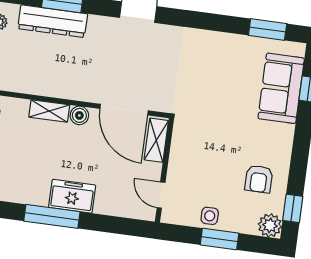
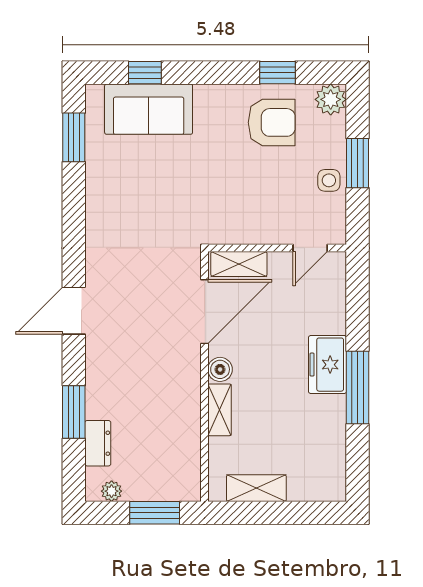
dresser: (53, 21) -> (98, 443), width x0.51, depth x0.80
armchair: (259, 179) -> (272, 122), width x1.38, depth x1.38
window: (293, 208) -> (277, 73), moved

